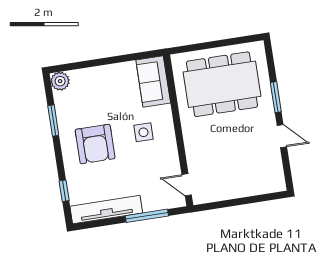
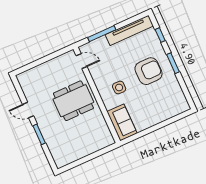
plant: (60, 81) -> (183, 106), removed
dining table: (222, 84) -> (73, 101), moved, width x0.73, depth x0.80
window: (53, 120) -> (173, 63), moved
armchair: (95, 144) -> (149, 71), turned 90

